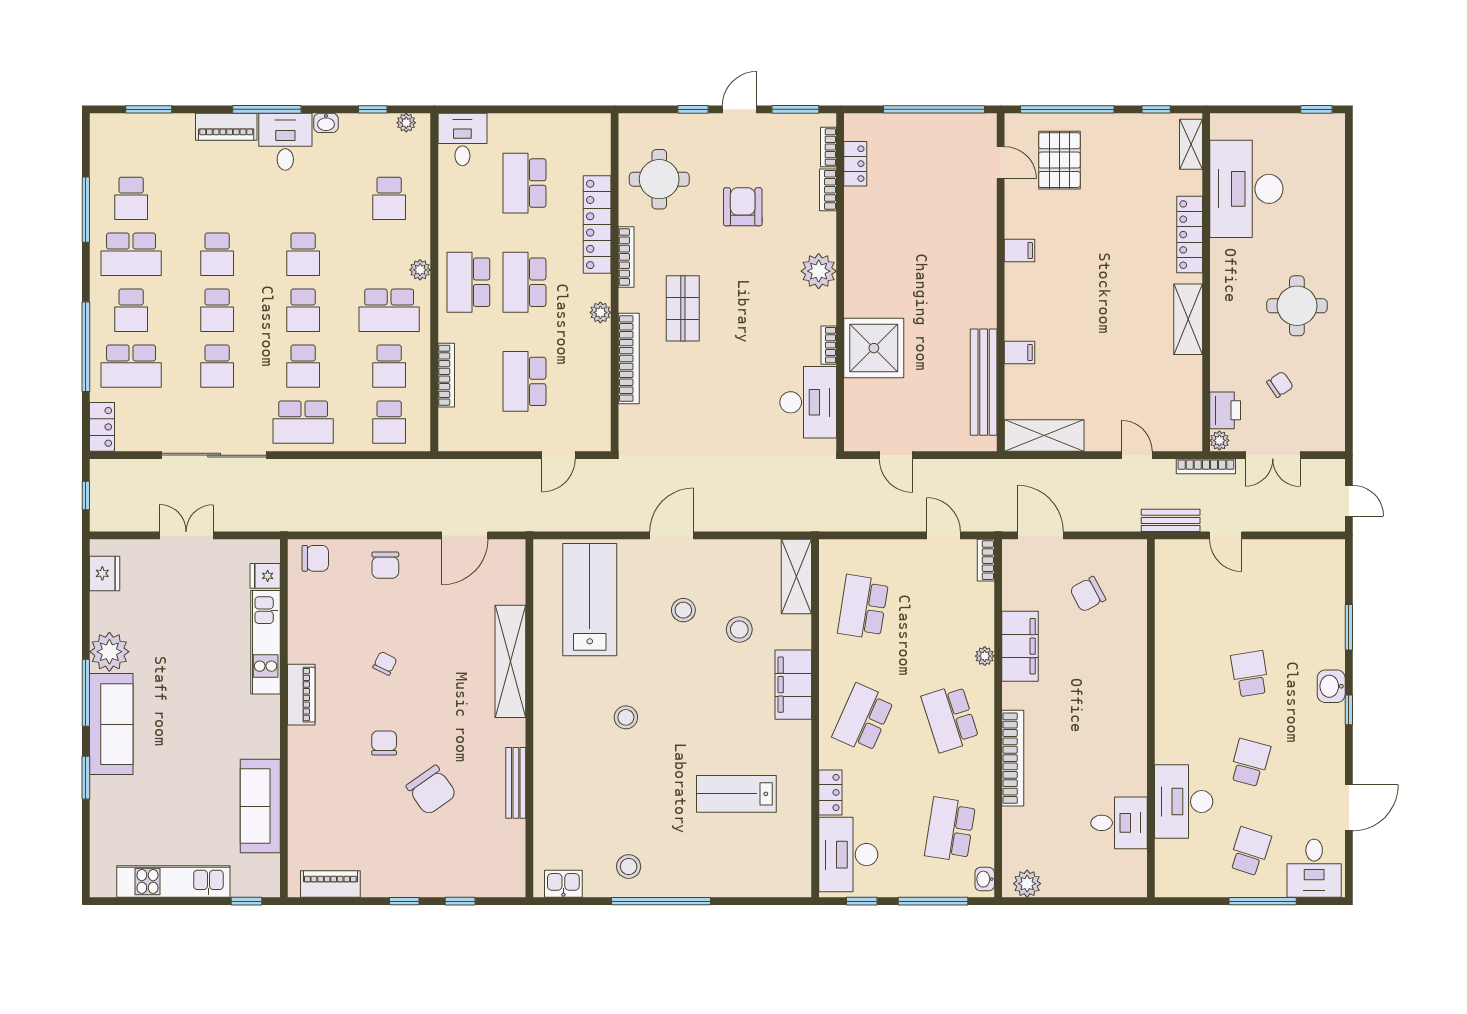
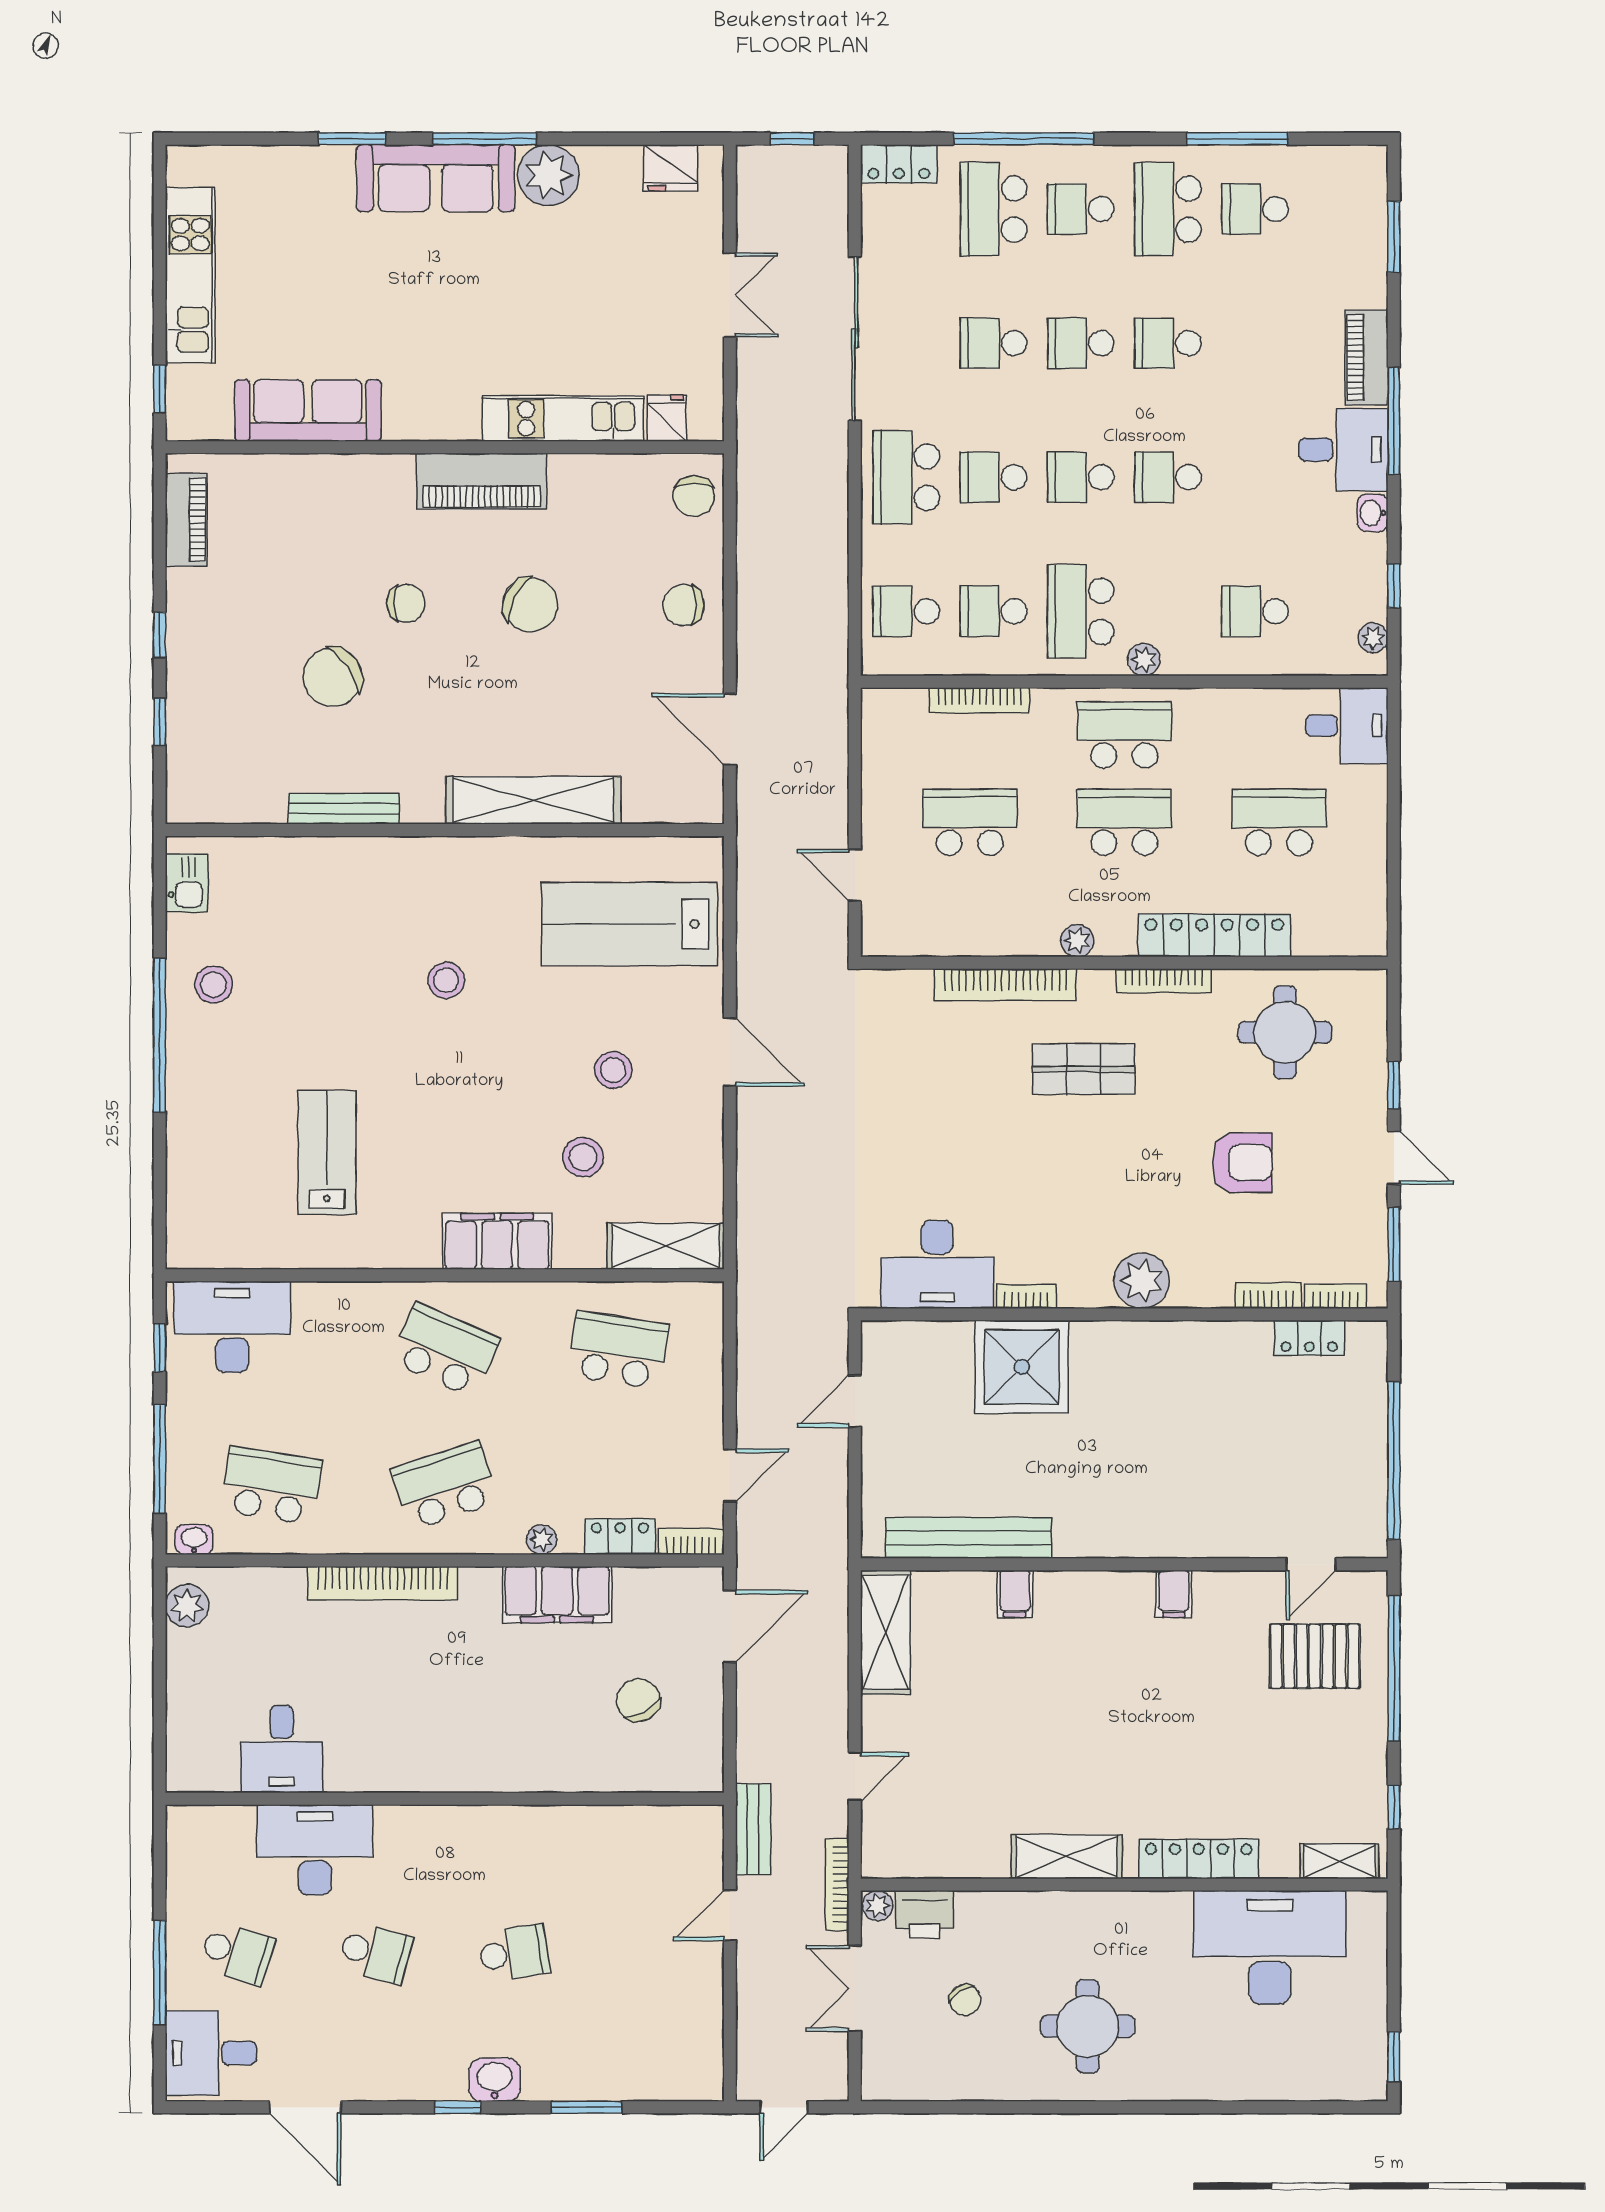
lab bench: (590, 600) -> (630, 924), turned 180
chair: (385, 663) -> (530, 605), width x1.87, depth x1.87
piano: (301, 695) -> (482, 481), width x1.37, depth x1.33
locker: (830, 792) -> (620, 1537), moved, turned 180

